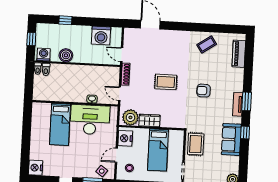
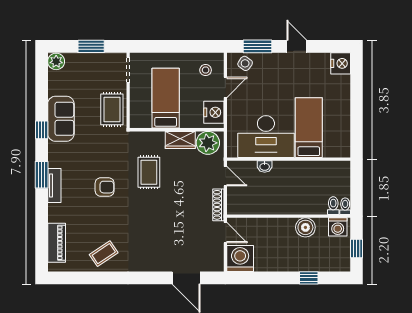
washing machine: (101, 36) -> (240, 259), moved
rug: (166, 82) -> (149, 172), moved, turned 90
tv unit: (238, 104) -> (54, 185), moved

